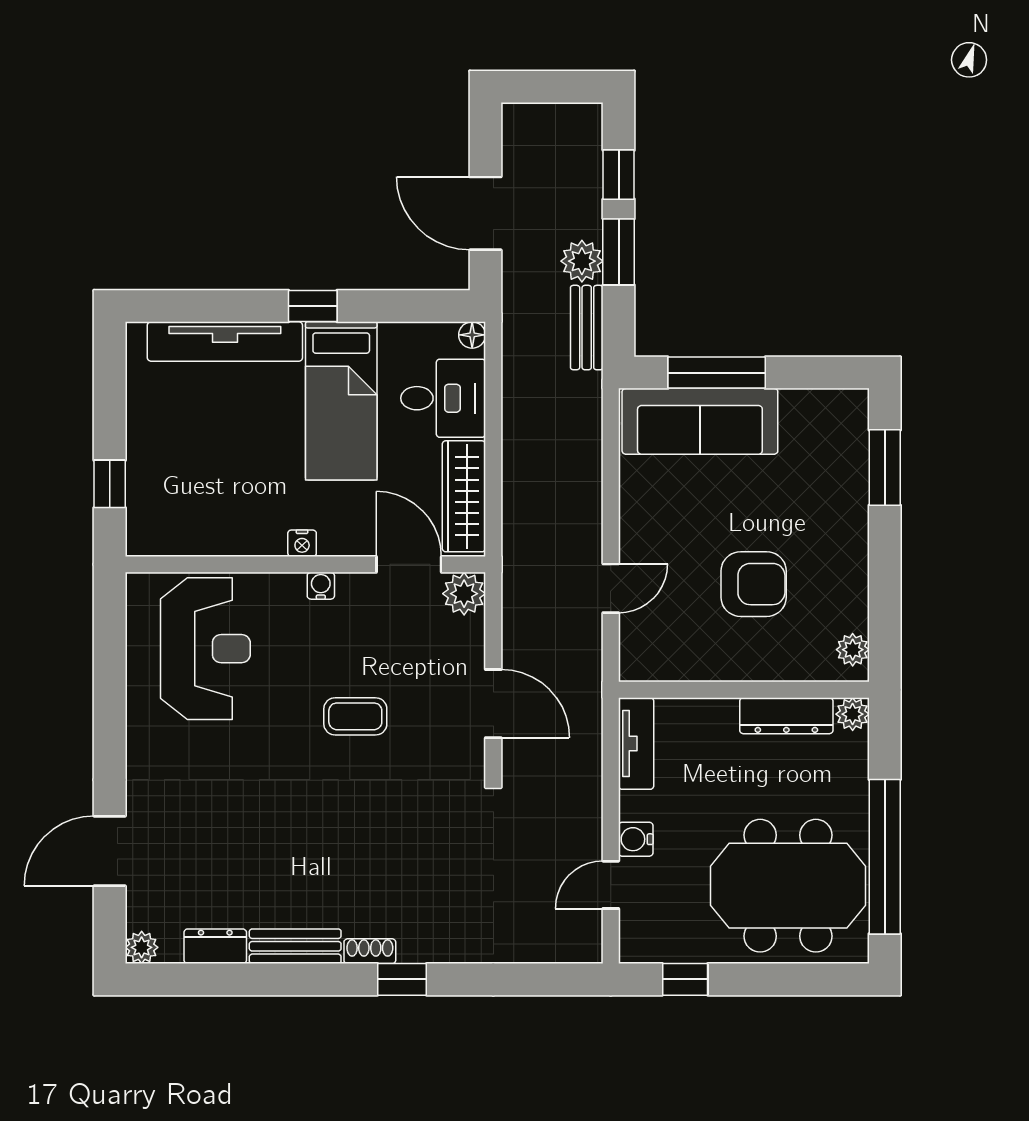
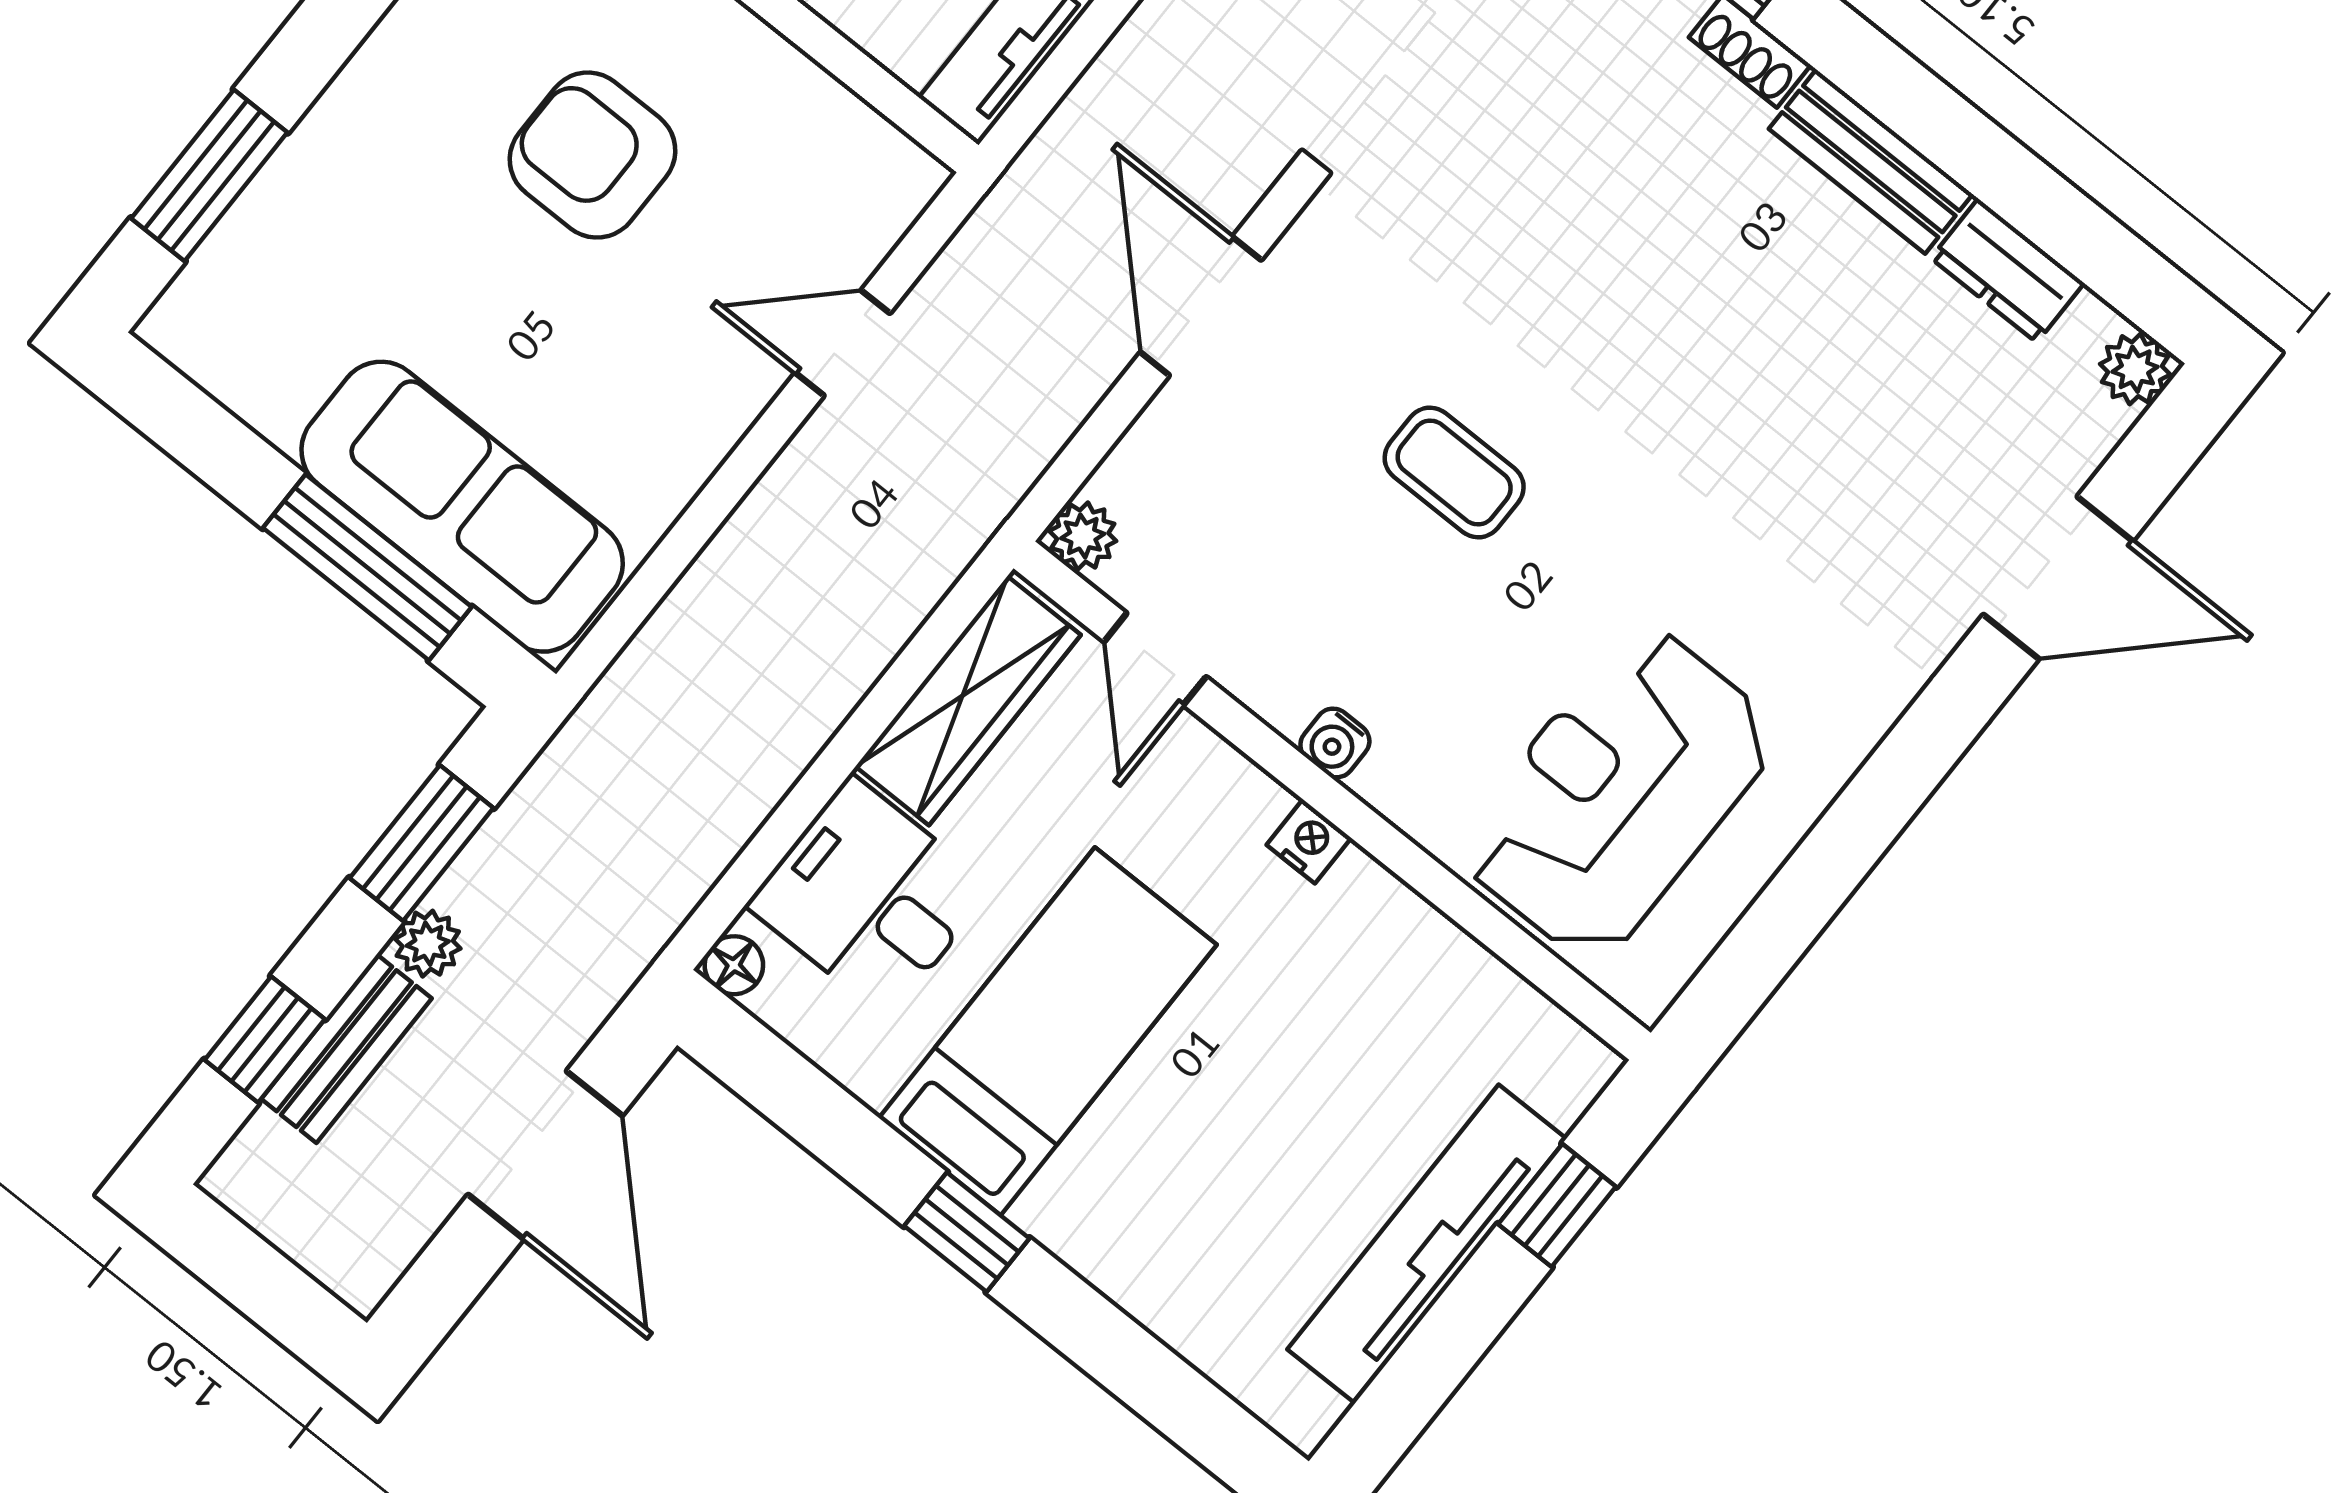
window: (619, 252) -> (421, 843), moved
plant: (582, 261) -> (428, 944), width x0.73, depth x0.73
bench: (587, 328) -> (346, 1049), moved
tv unit: (225, 342) -> (1427, 1244), moved, turned -90
door: (409, 564) -> (1155, 659), width x0.73
plant: (464, 594) -> (1083, 536), width x0.73, depth x0.73

